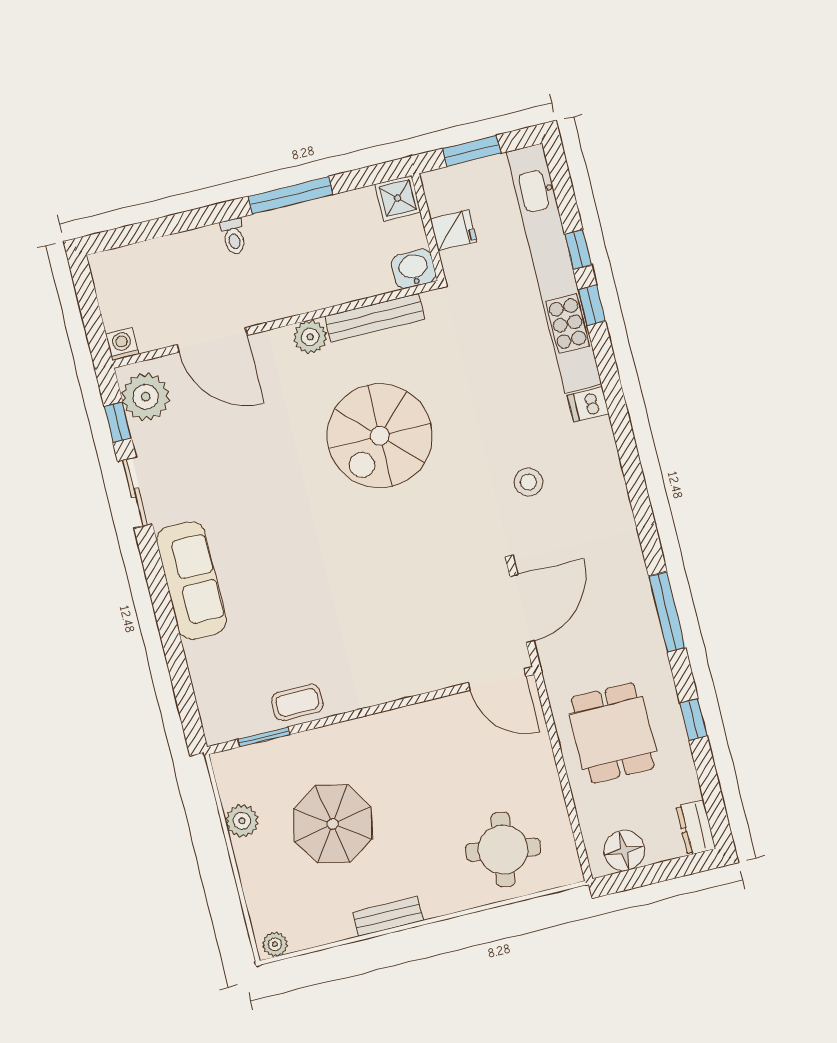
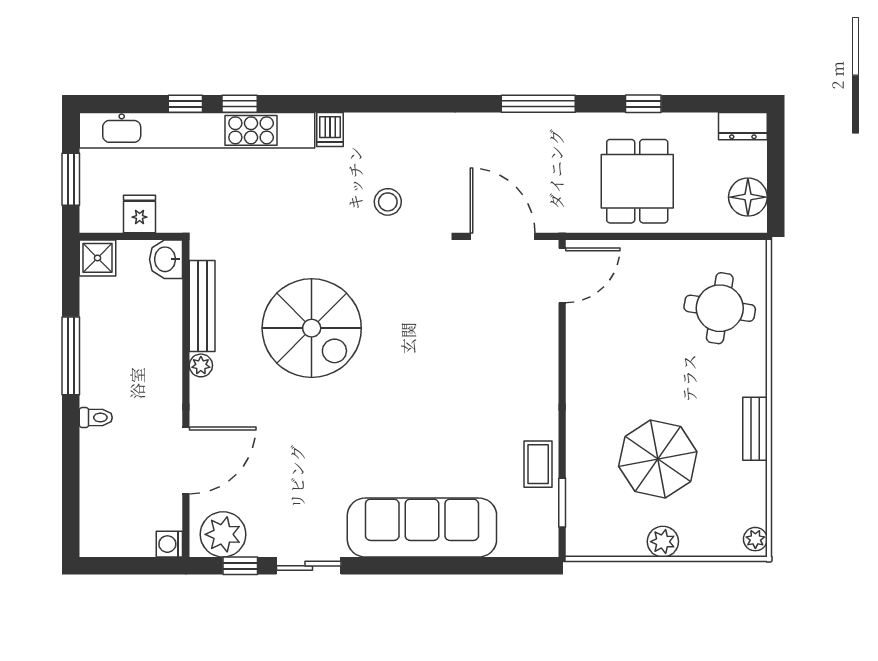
plant: (310, 337) -> (201, 365), width x0.73, depth x0.73
sofa: (191, 581) -> (422, 527), width x1.36, depth x1.27
dining table: (613, 733) -> (637, 181), turned 90
plant: (242, 821) -> (663, 542), moved

